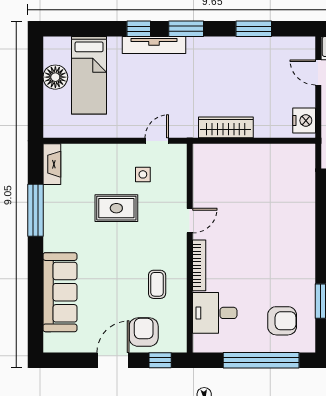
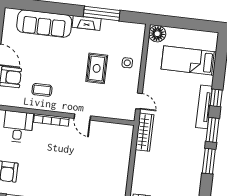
window: (254, 29) -> (209, 161), moved
floor lamp: (55, 77) -> (157, 34), moved
wardrobe: (226, 127) -> (145, 132), moved
fireplace: (52, 164) -> (87, 23), moved
side table: (143, 174) -> (127, 63), moved

